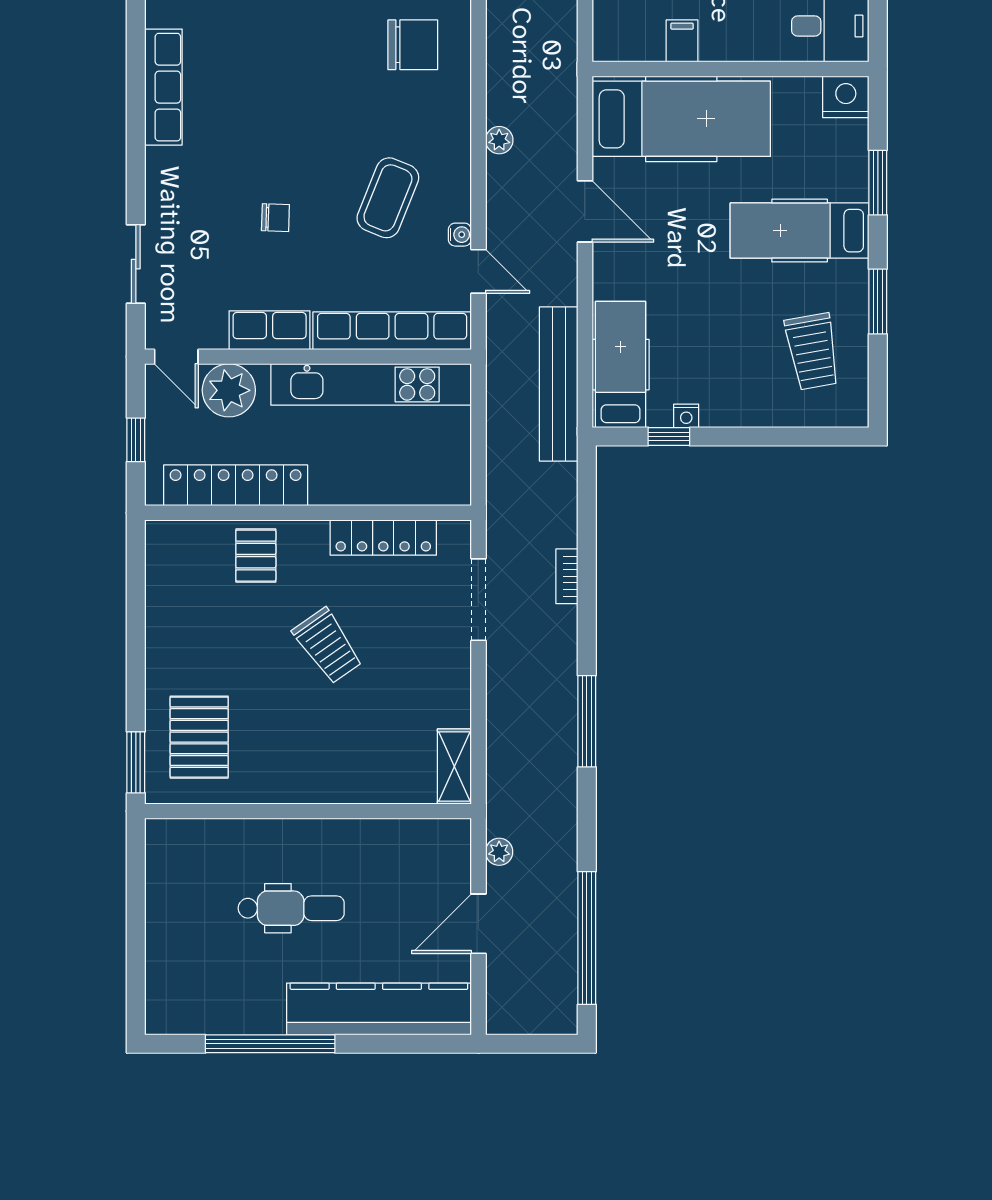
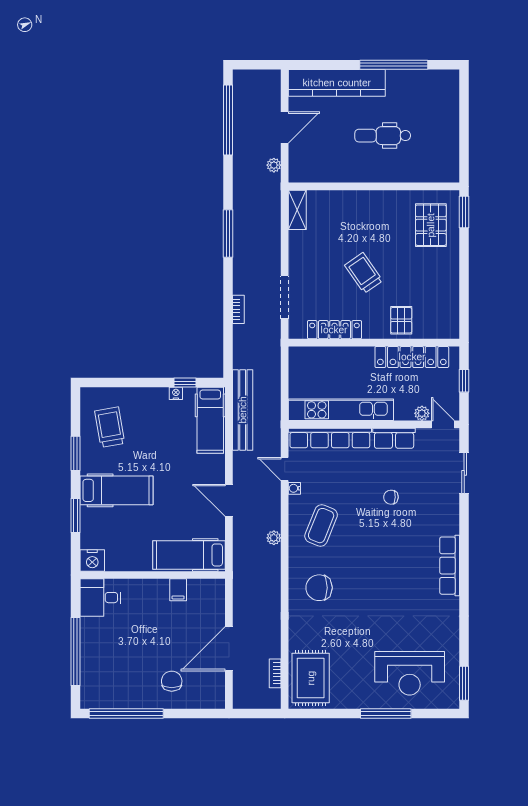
hospital bed: (681, 119) -> (189, 555), width x0.73, depth x0.78
coffee table: (388, 198) -> (321, 526), moved
plant: (229, 390) -> (422, 413), width x0.53, depth x0.53

